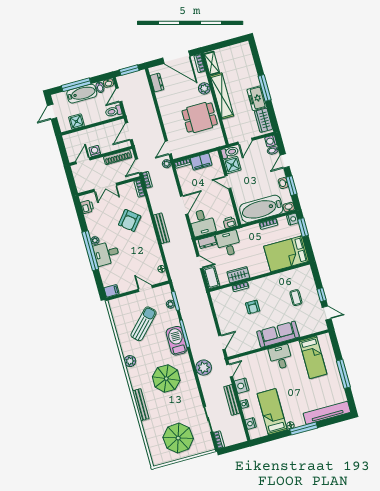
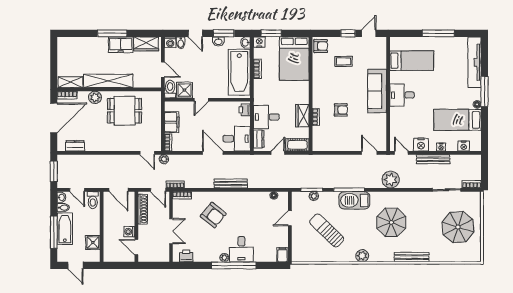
dining table: (200, 117) -> (125, 111), turned 90
armchair: (304, 274) -> (321, 46), added

